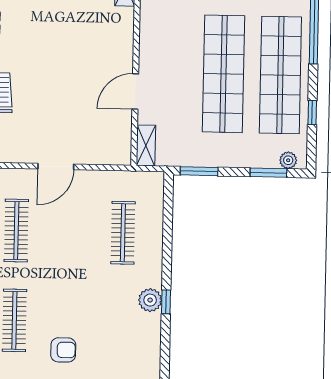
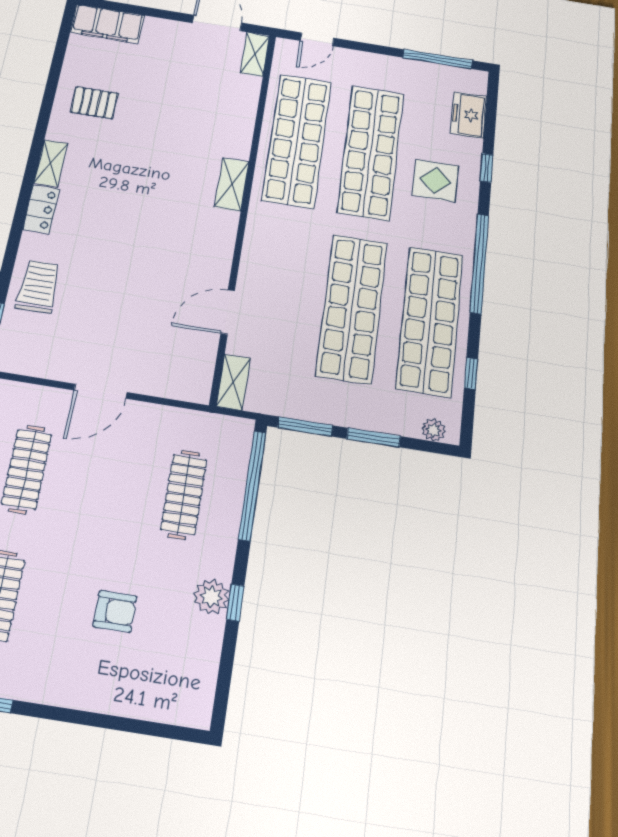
window: (268, 173) -> (374, 437), moved
window: (168, 220) -> (252, 485), added
armchair: (63, 350) -> (115, 611), moved

